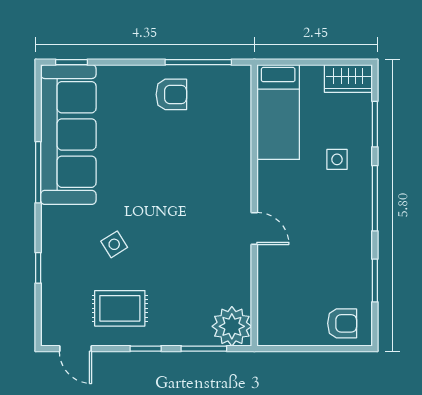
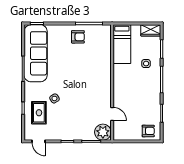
door: (254, 228) -> (112, 114), moved
rug: (120, 308) -> (39, 113), moved, turned 90

